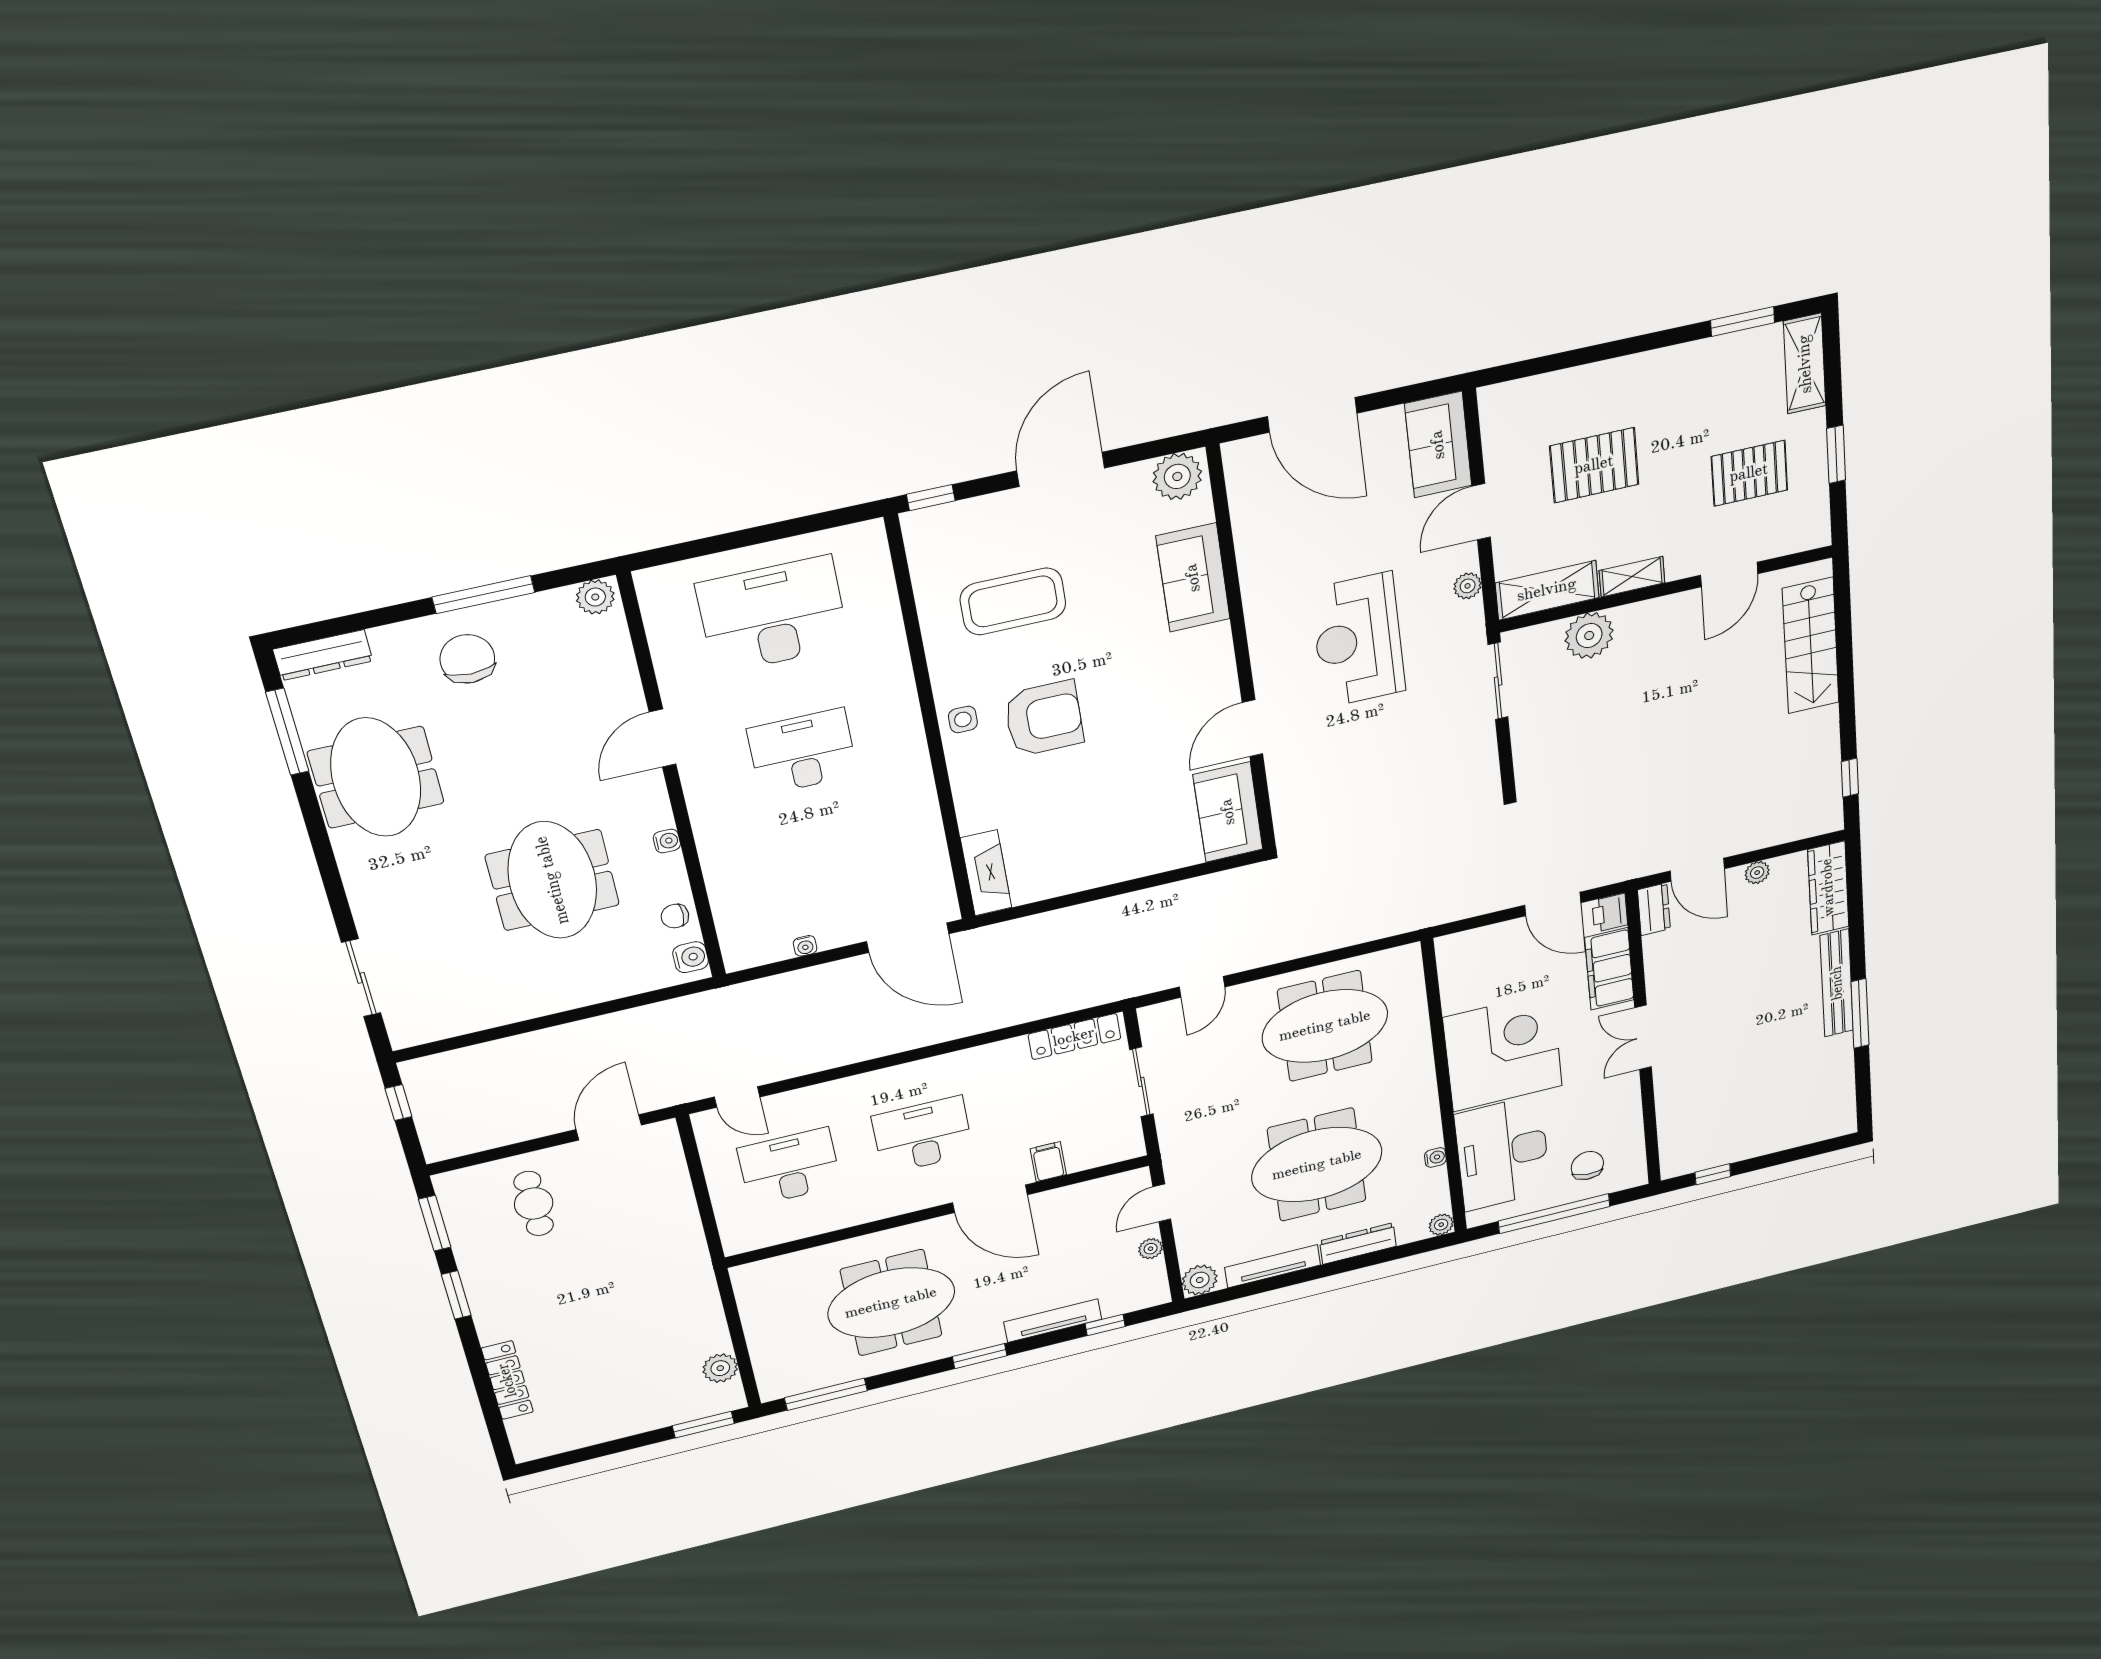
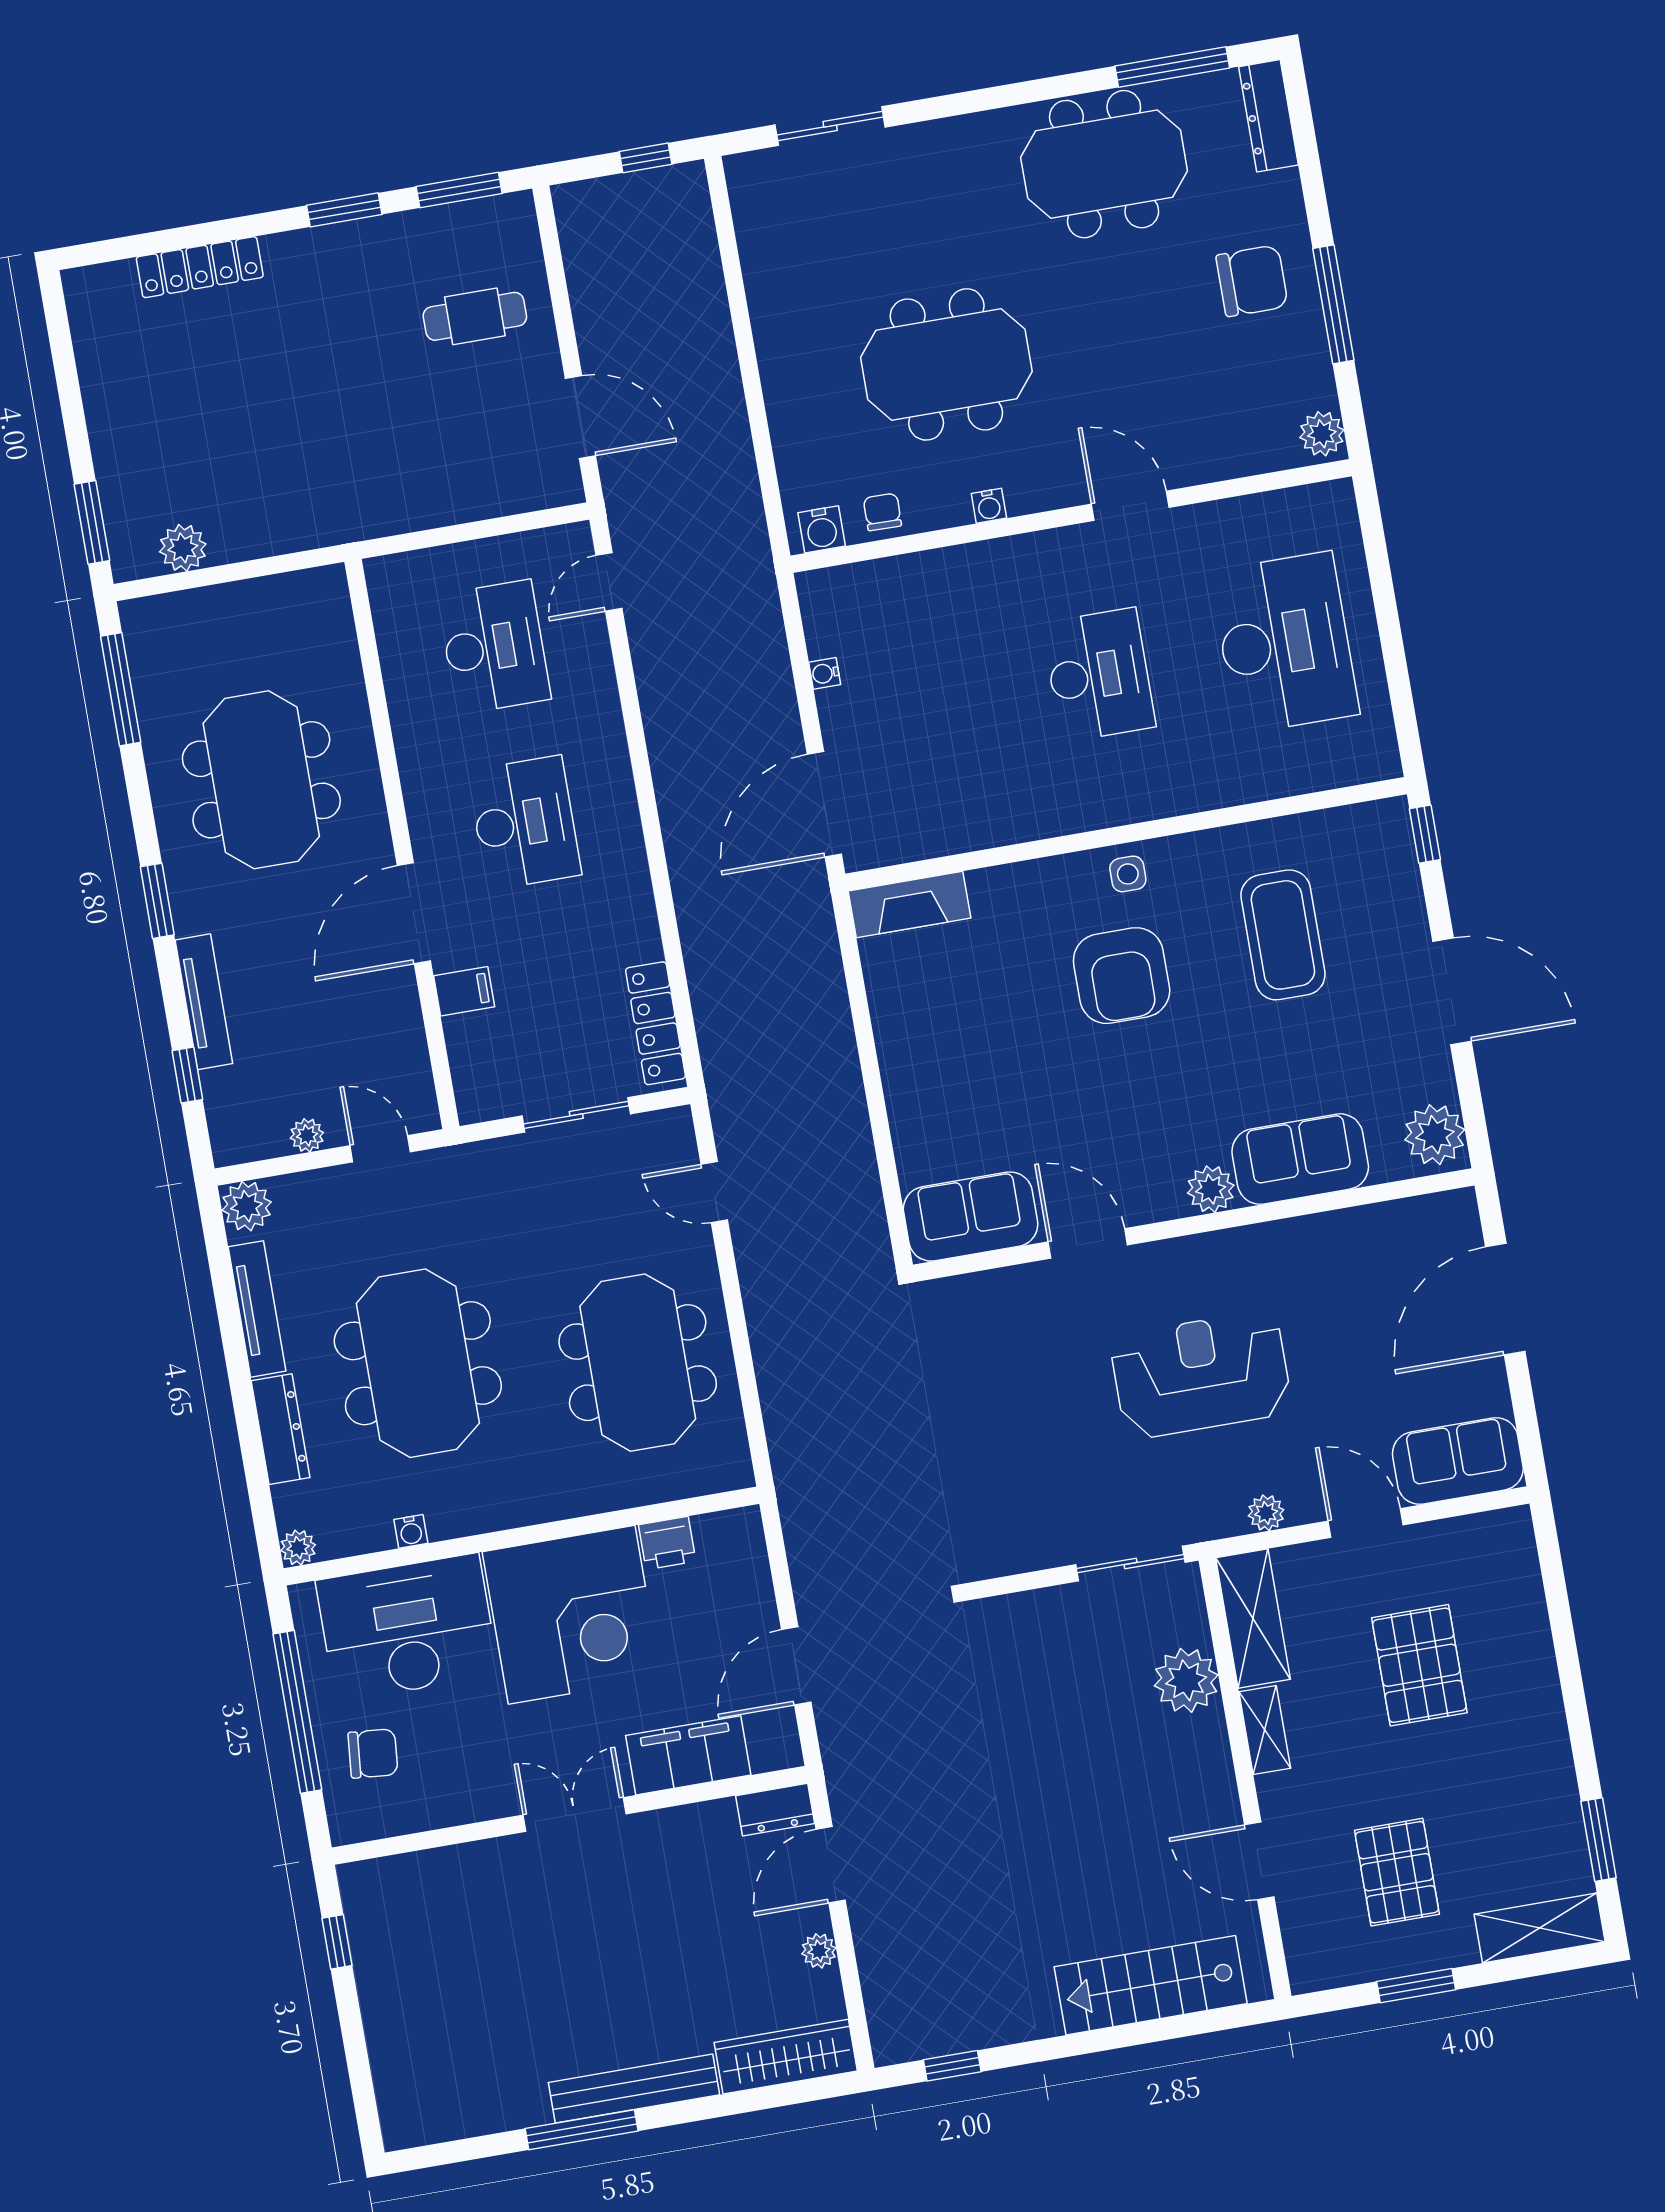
plant: (1214, 642) -> (1211, 1189), added
printer: (1610, 913) -> (667, 1543), moved, turned 180

